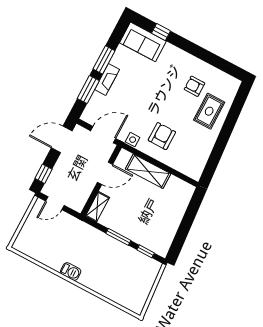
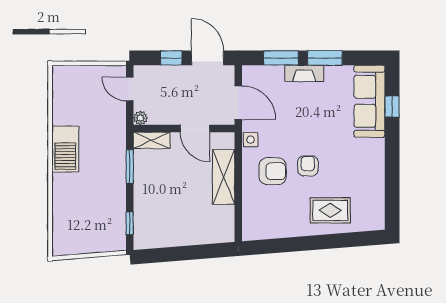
sofa: (143, 42) -> (369, 101), width x1.36
armchair: (194, 86) -> (308, 166), moved
window: (43, 174) -> (171, 58), moved
plant: (78, 206) -> (140, 118), added
window: (118, 237) -> (130, 167), moved
barbecue: (71, 272) -> (65, 149), width x1.88, depth x1.53

